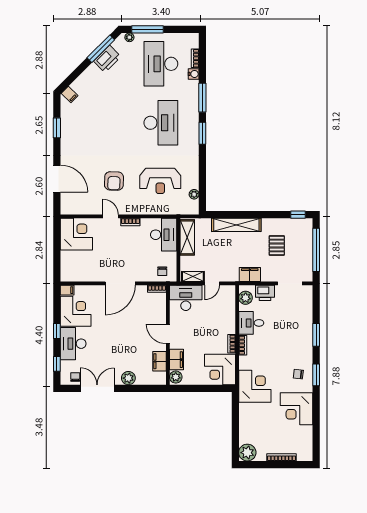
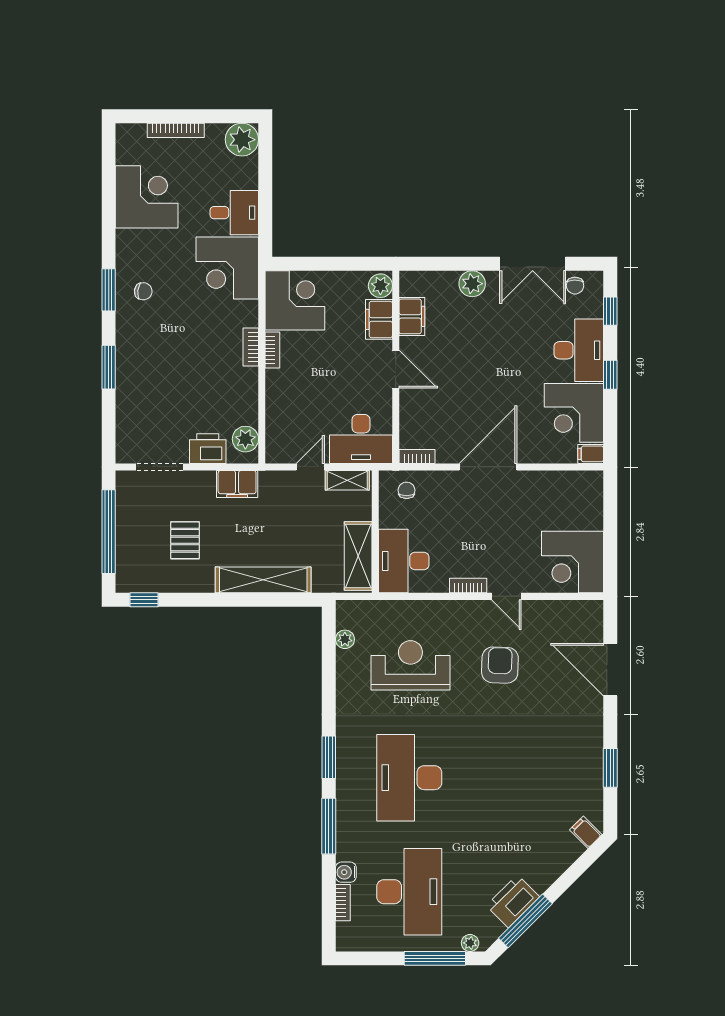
desk: (251, 323) -> (234, 213), moved
corner desk: (297, 409) -> (147, 197), moved

